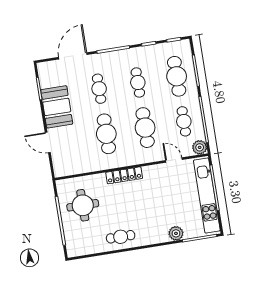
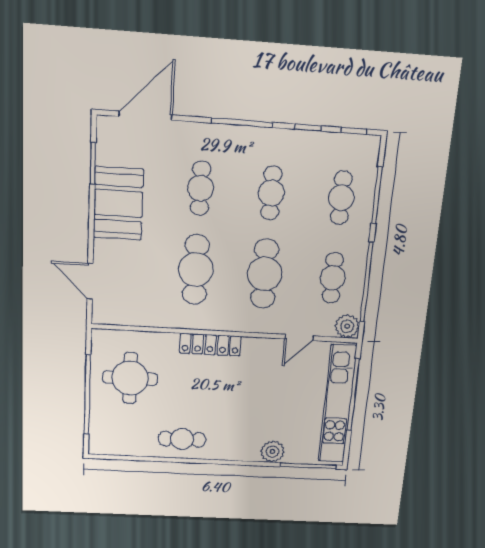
door: (73, 56) -> (146, 116), moved
cafe table: (177, 76) -> (341, 198), width x0.73, depth x0.74
door: (48, 143) -> (90, 281), moved
door: (174, 160) -> (299, 337), swing flipped

